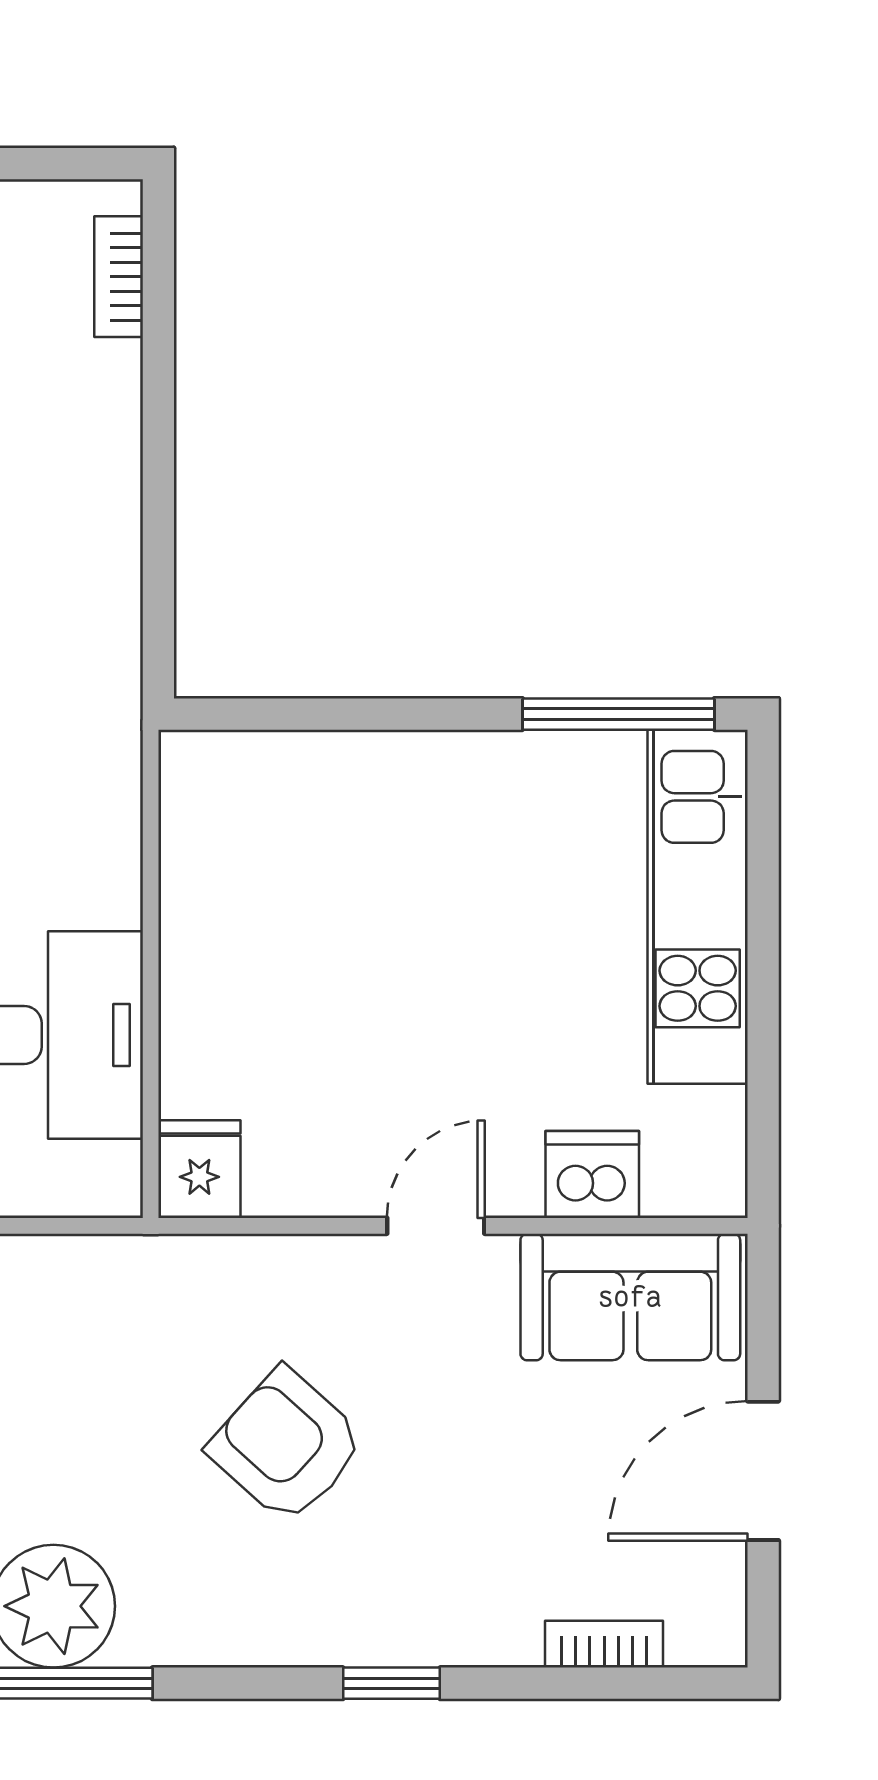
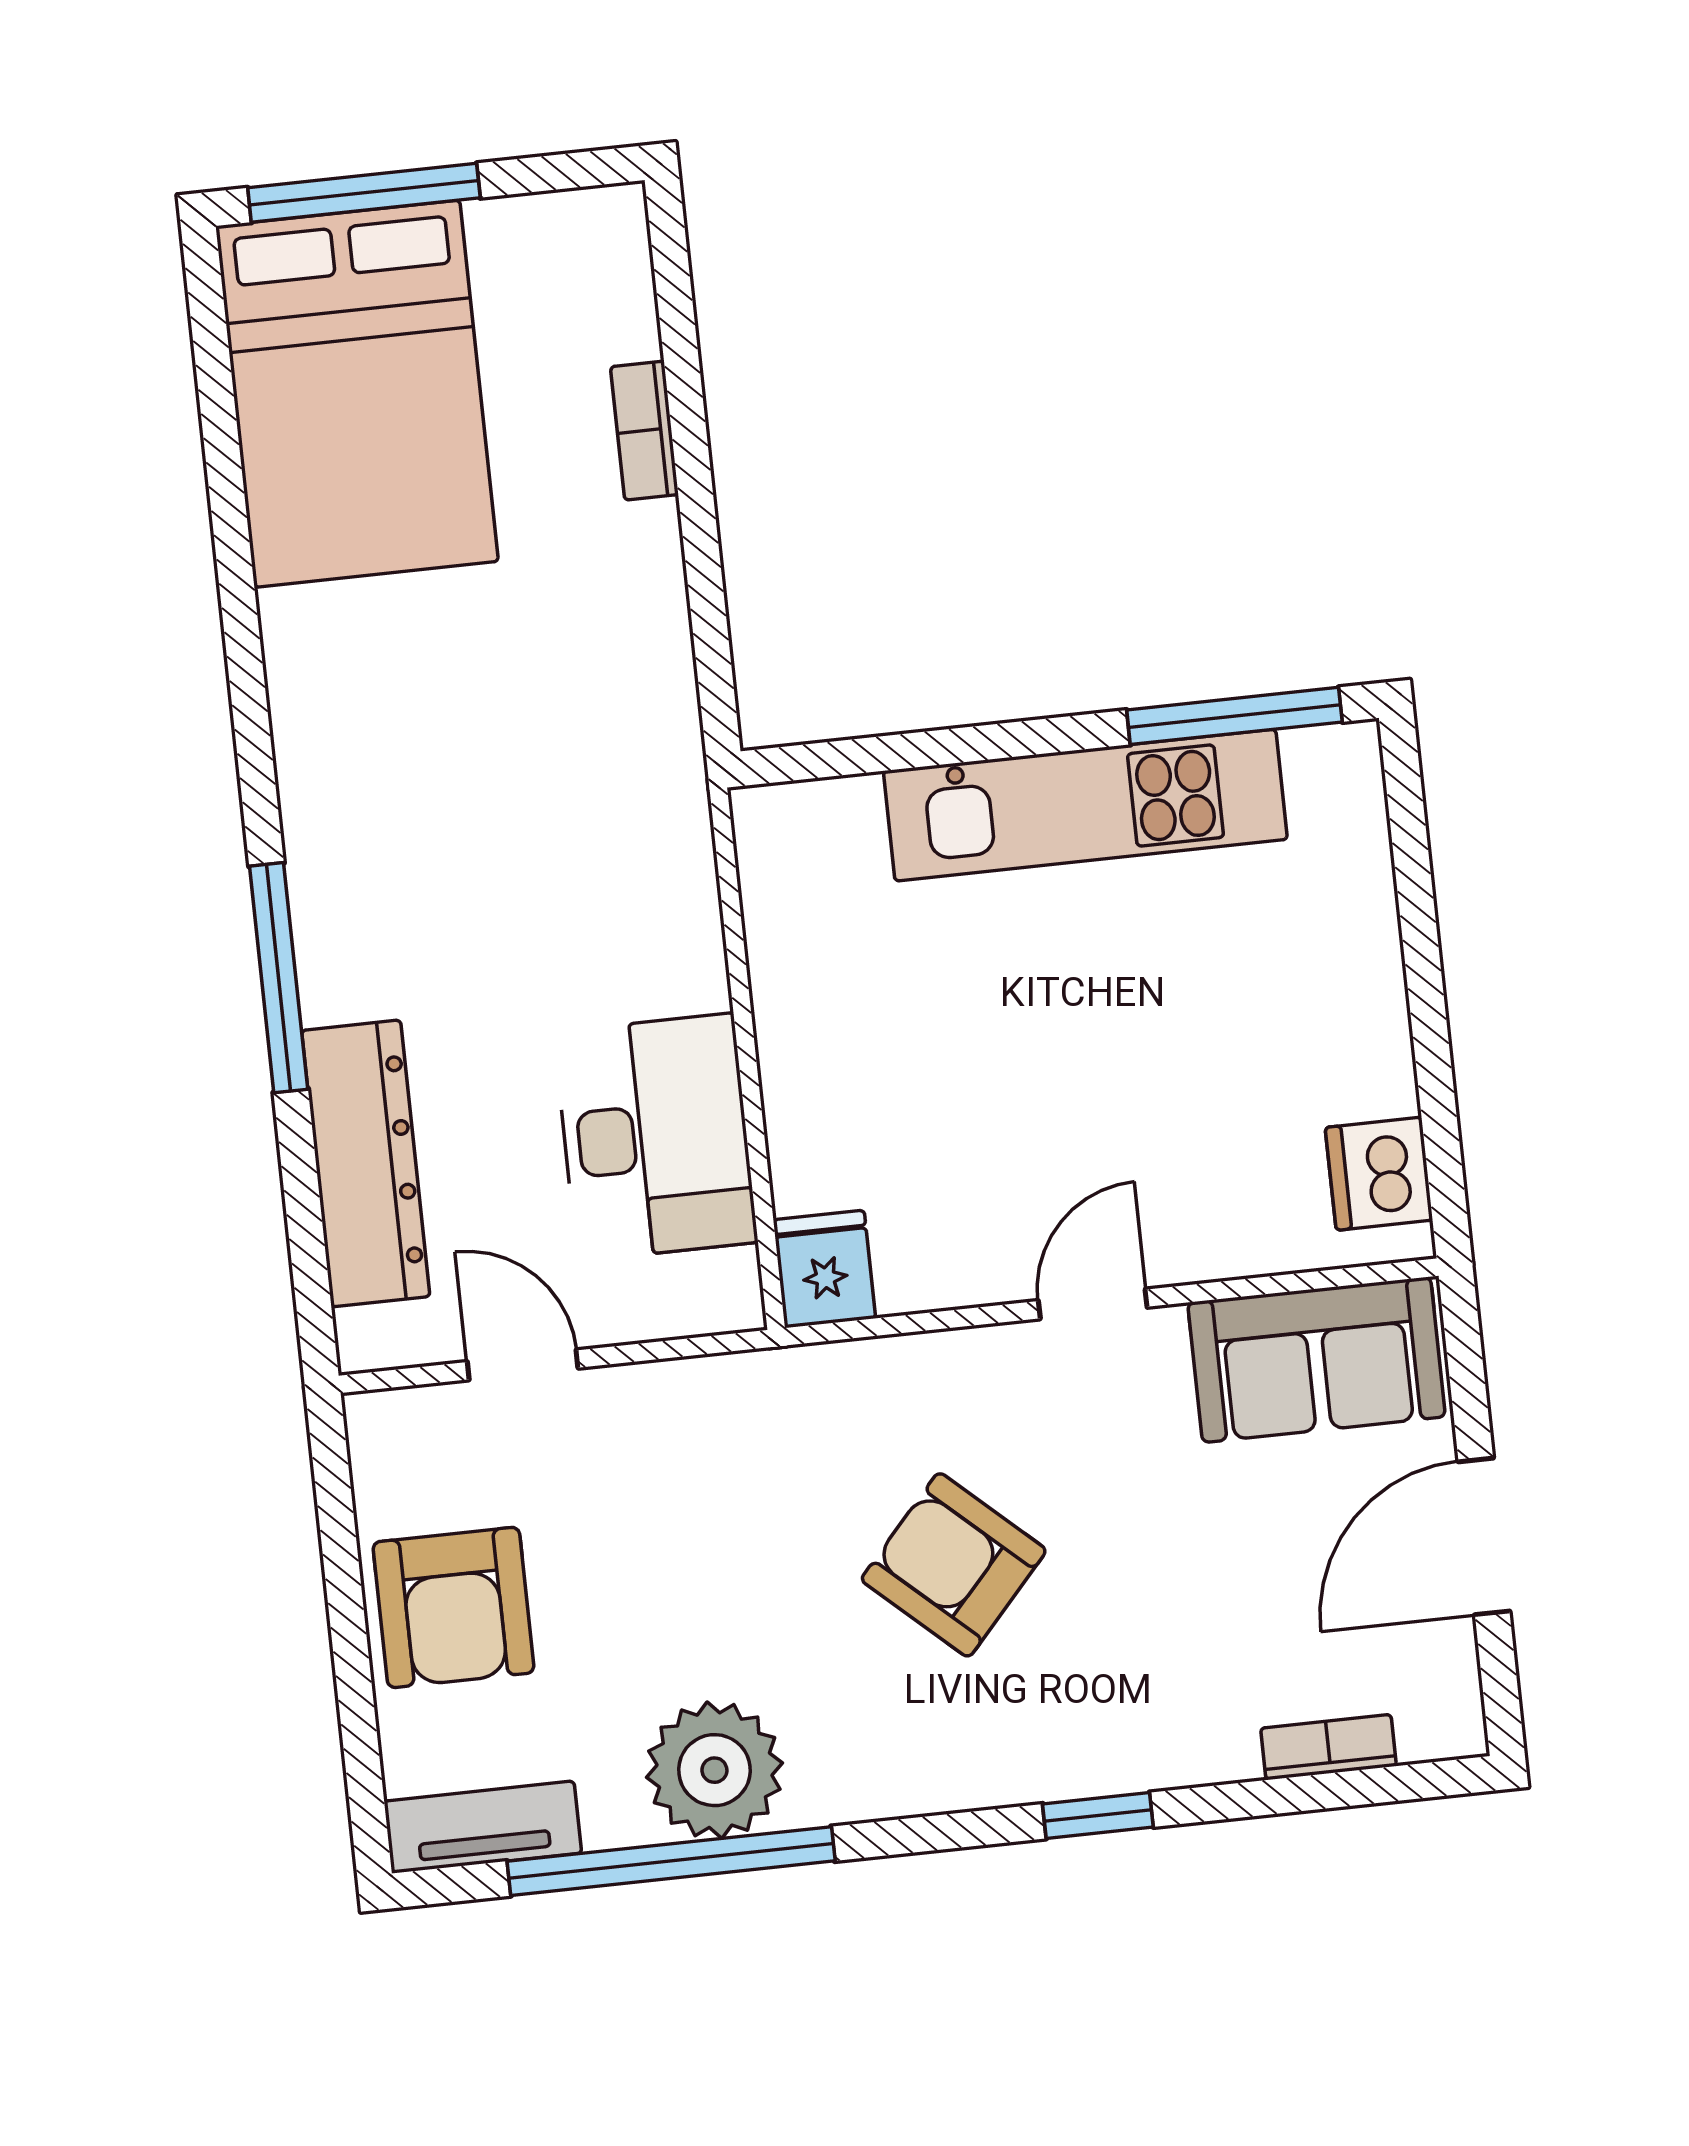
bookcase: (119, 277) -> (644, 431), moved
kitchen unit: (698, 907) -> (1085, 805), moved, turned -90
dishwasher: (592, 1174) -> (1379, 1174), moved, turned -90

